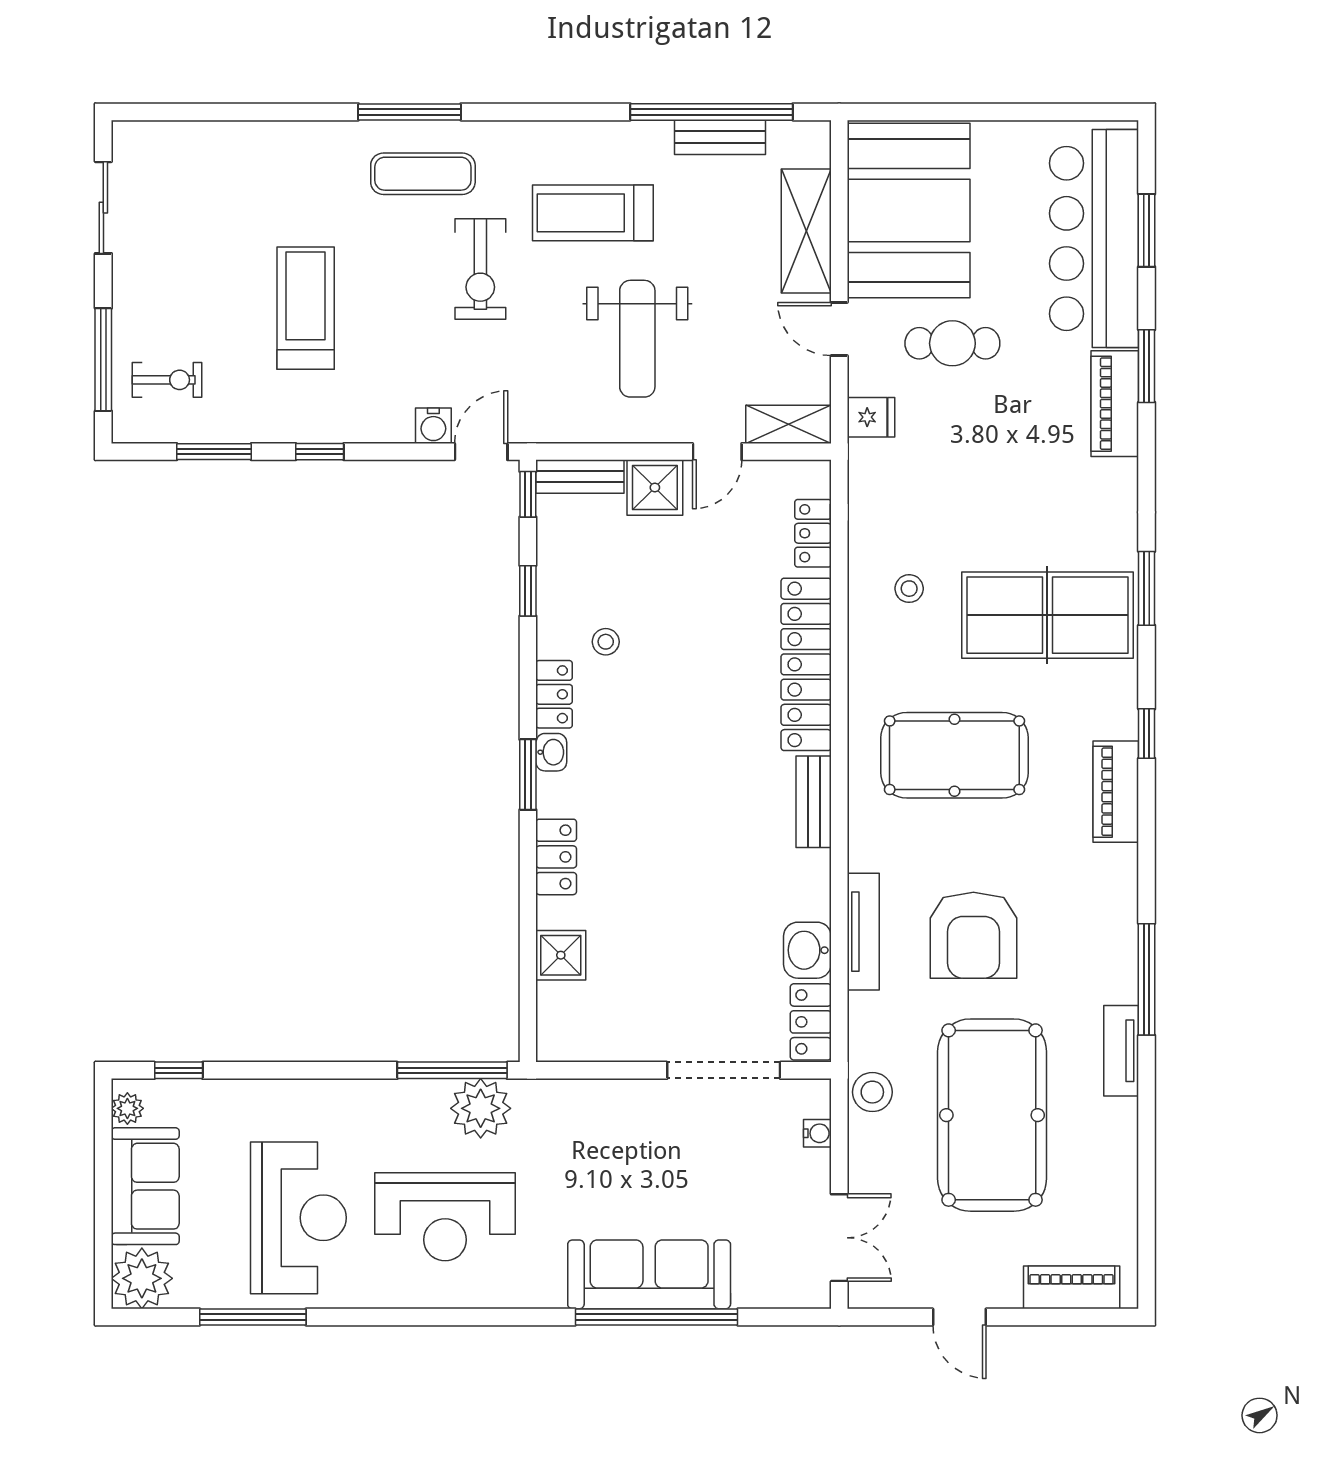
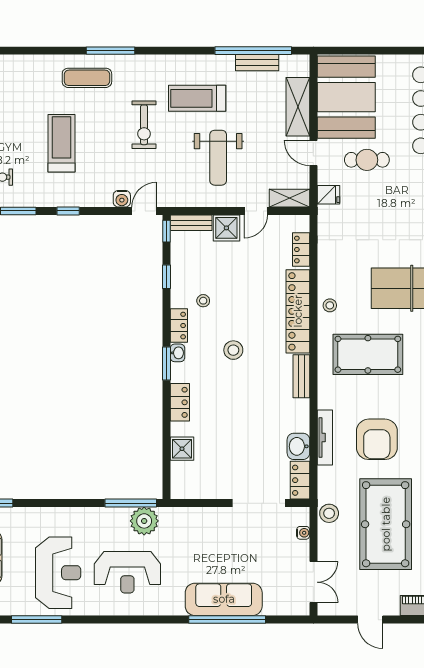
exercise mat: (423, 174) -> (87, 78), moved
stool: (909, 589) -> (330, 305), moved
stool: (670, 746) -> (233, 350), added

